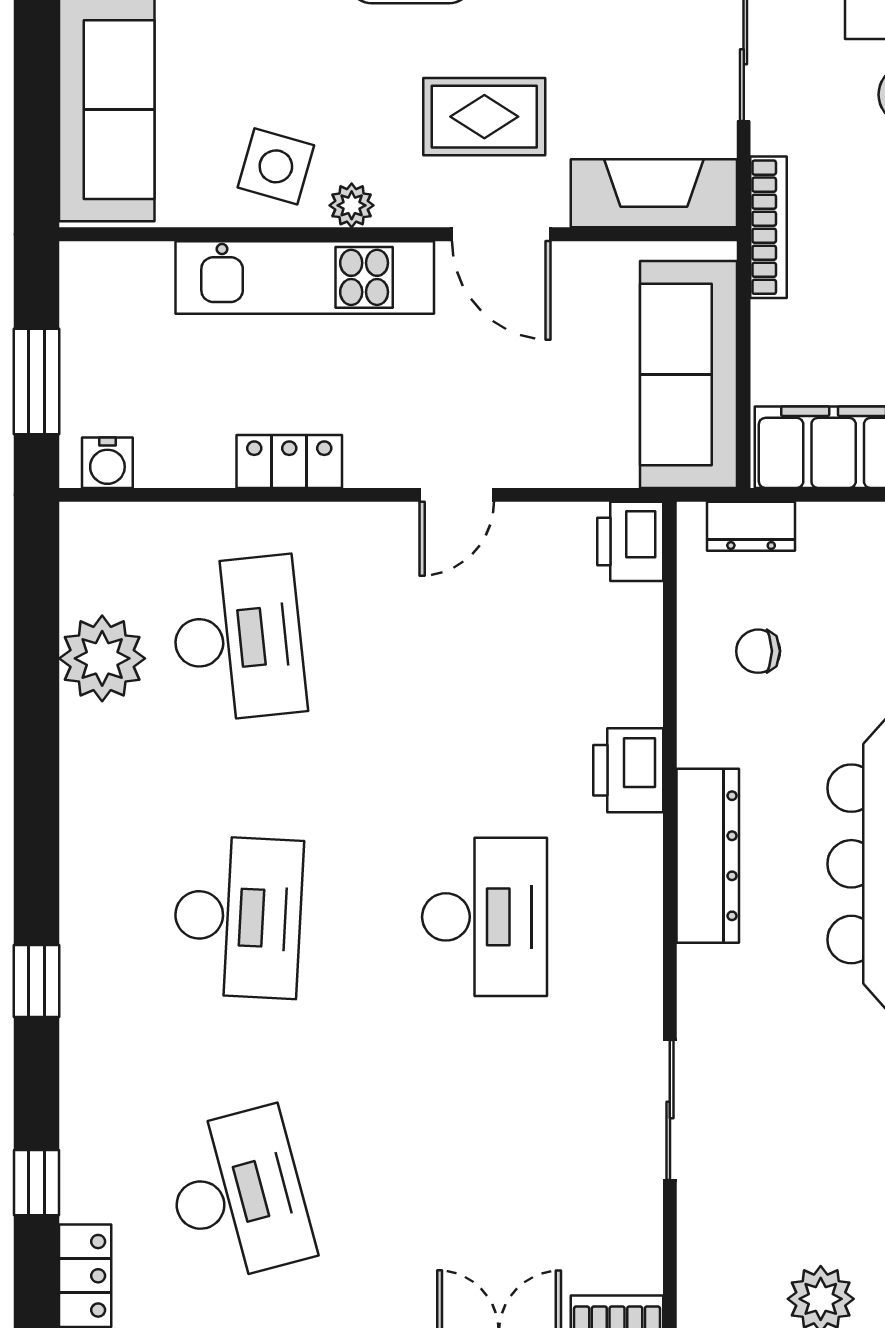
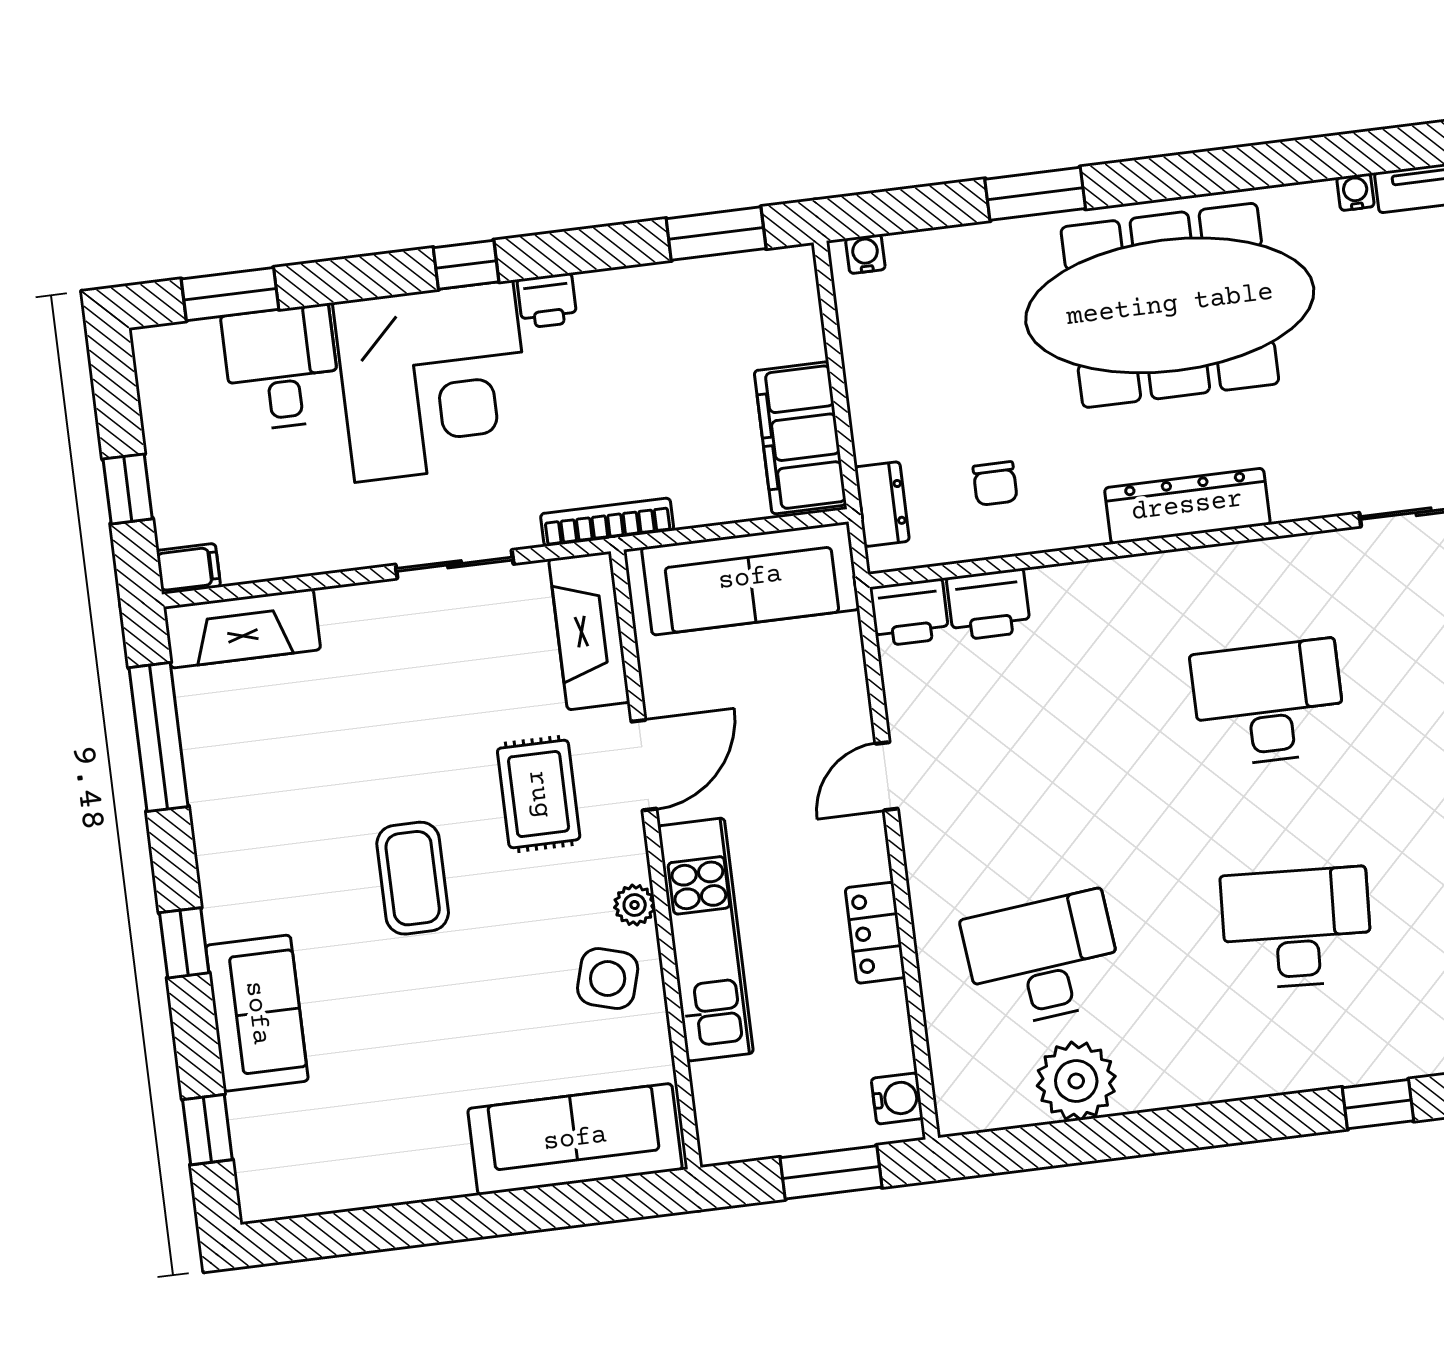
door: (457, 495) -> (887, 776), swing flipped
printer: (628, 770) -> (989, 605), moved

